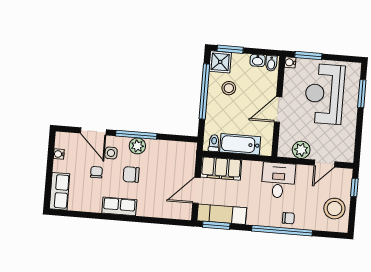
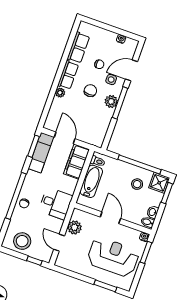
row of seats: (60, 191) -> (78, 48), moved, turned -90
plant: (143, 210) -> (60, 93), added

